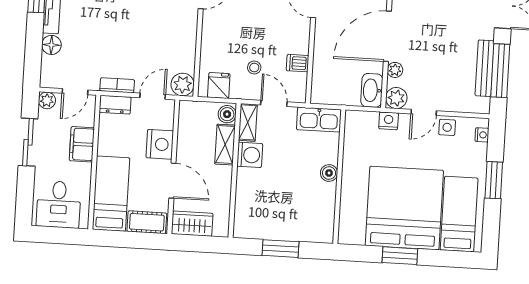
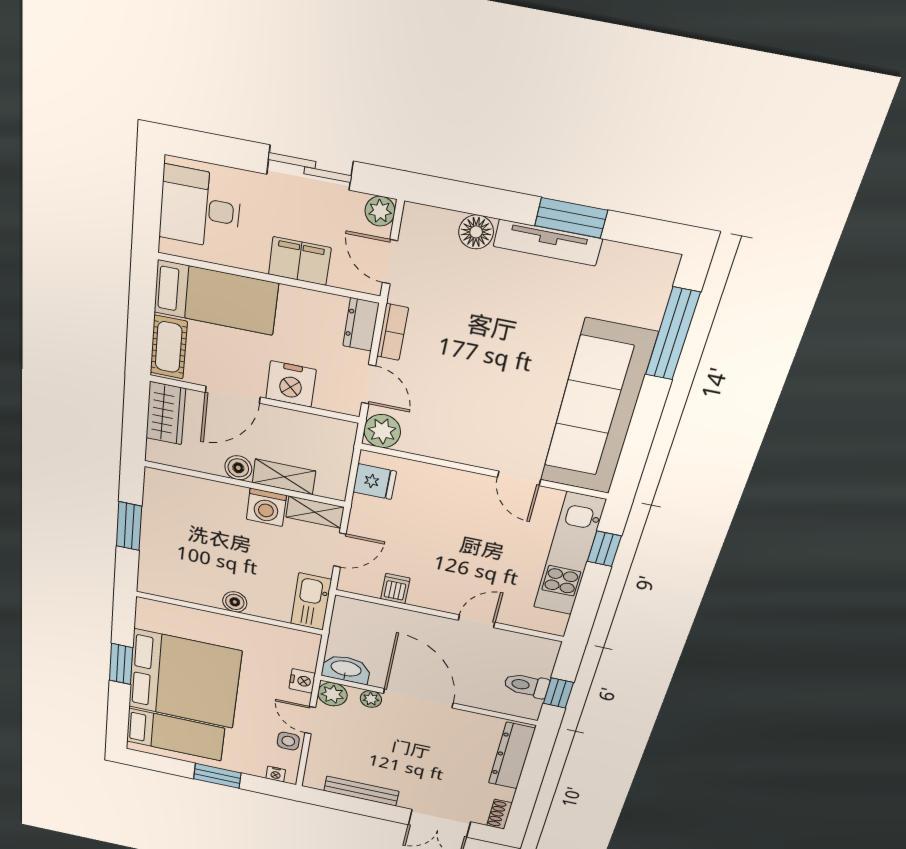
stool: (254, 67) -> (396, 533), removed
window: (500, 71) -> (356, 805), removed
boiler: (227, 114) -> (238, 468), moved

